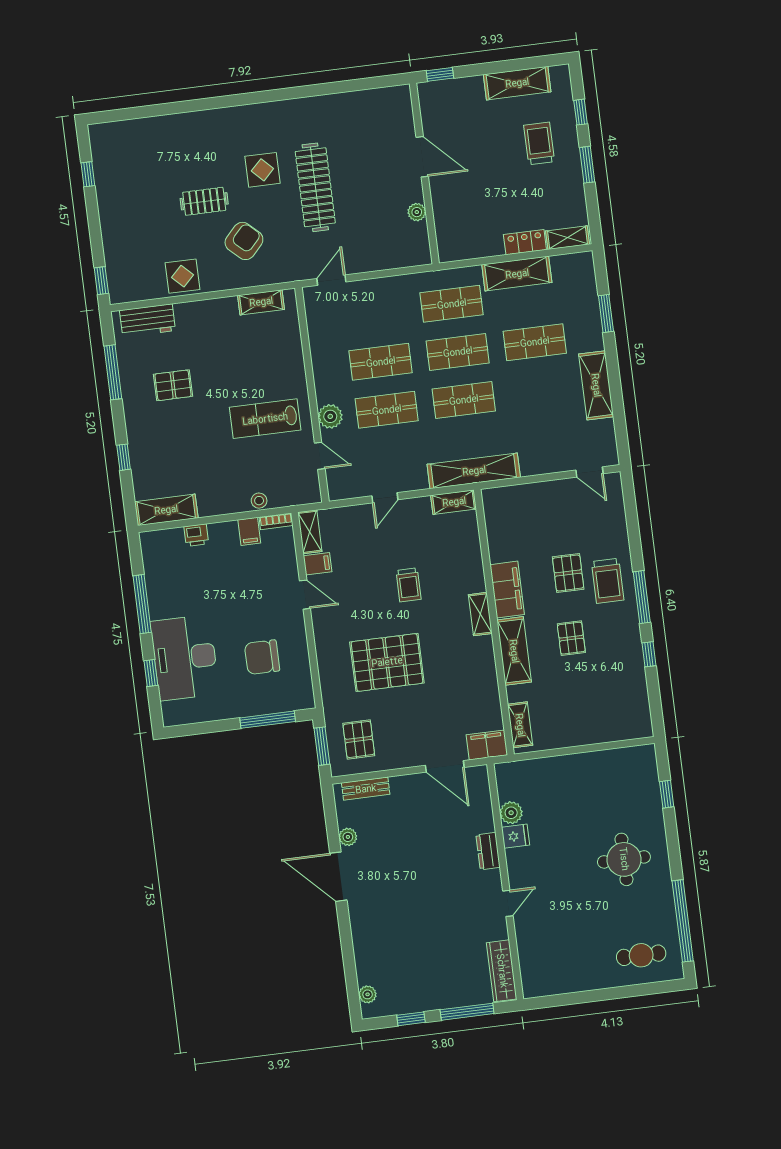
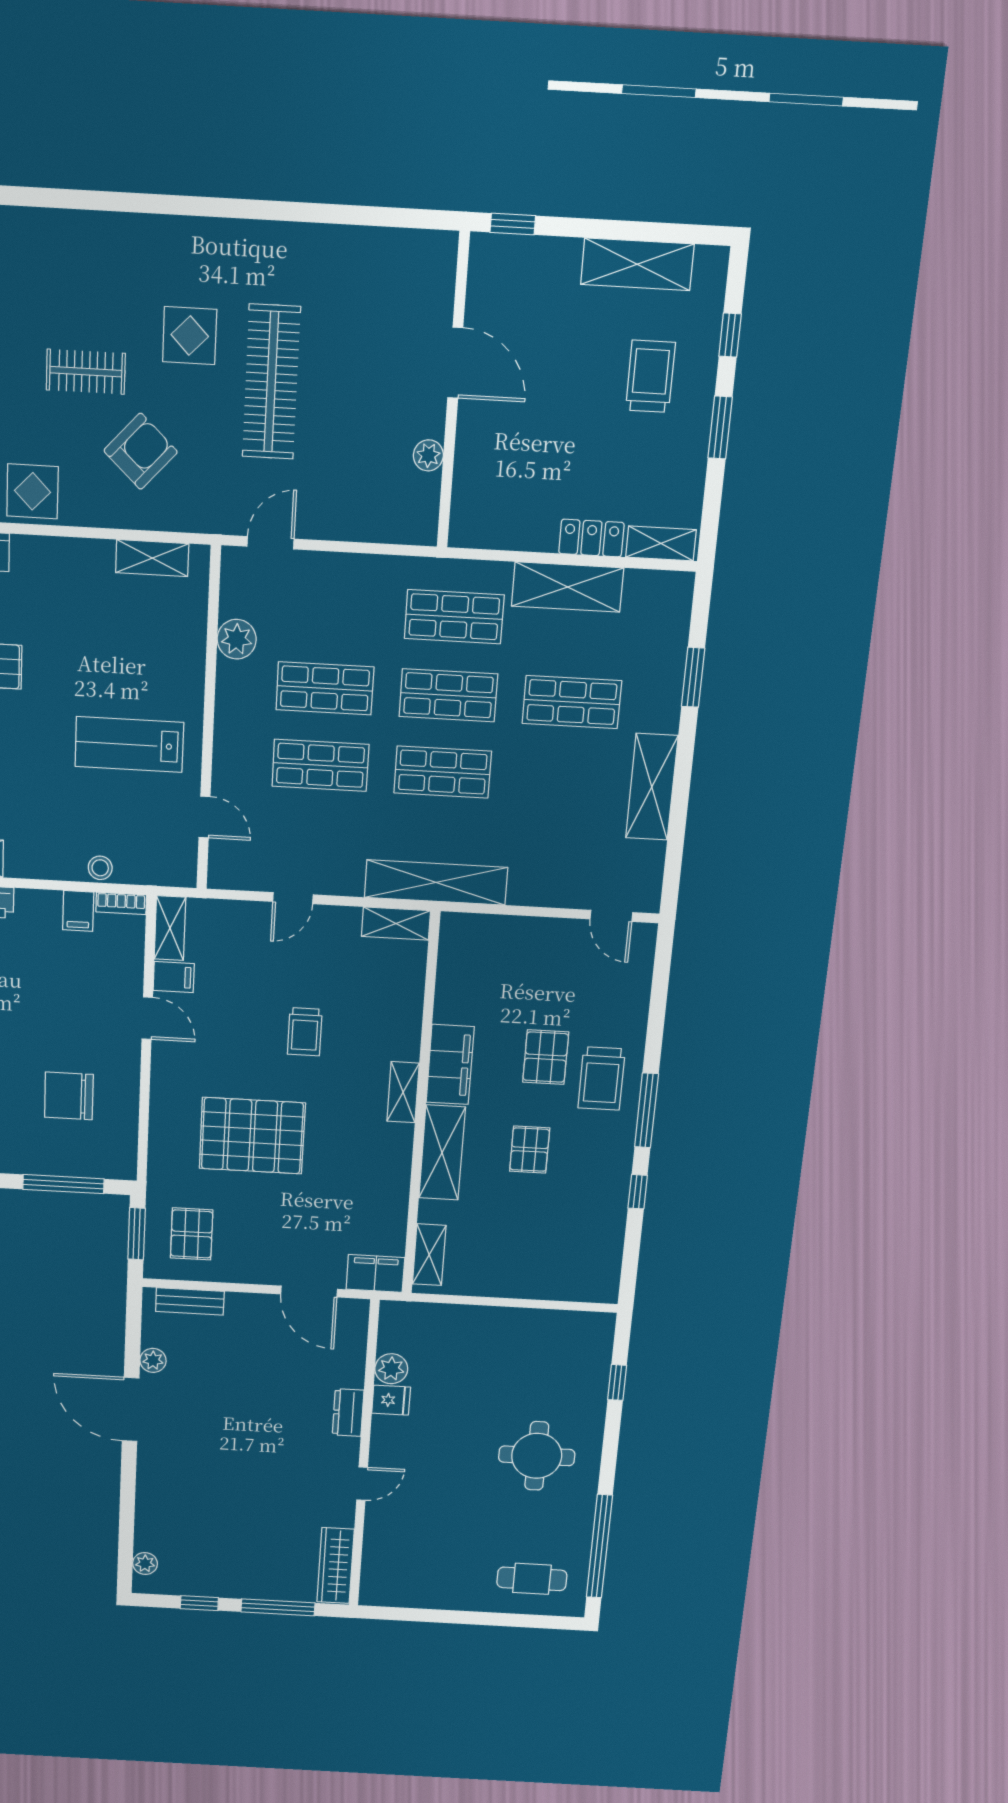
plant: (330, 416) -> (237, 639), moved

